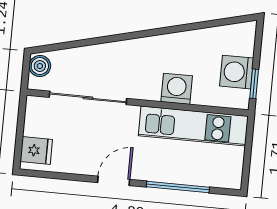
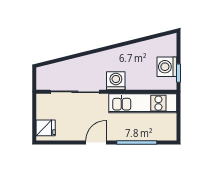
boiler: (40, 66) -> (43, 75), removed
washing machine: (177, 89) -> (116, 81), moved

